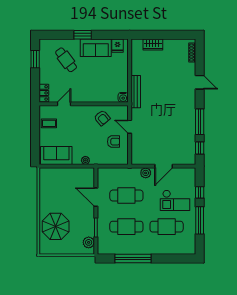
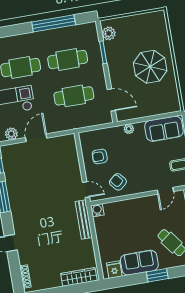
wardrobe: (153, 45) -> (79, 277), width x1.50
door: (130, 127) -> (86, 190), moved
plant: (146, 173) -> (11, 134), moved
door: (96, 197) -> (111, 100), moved
parasol: (56, 226) -> (150, 67), moved

